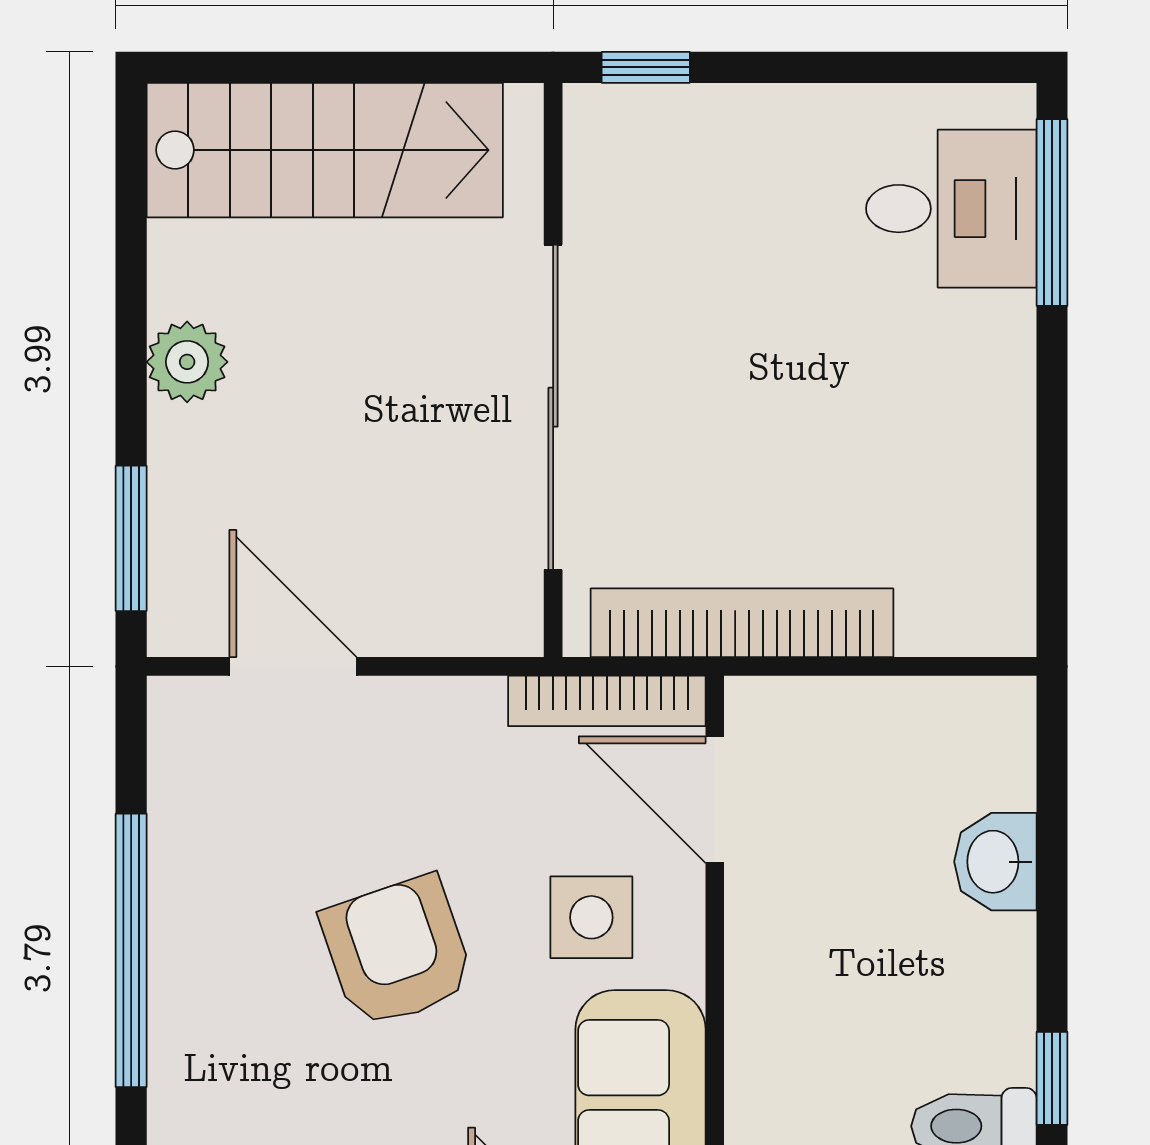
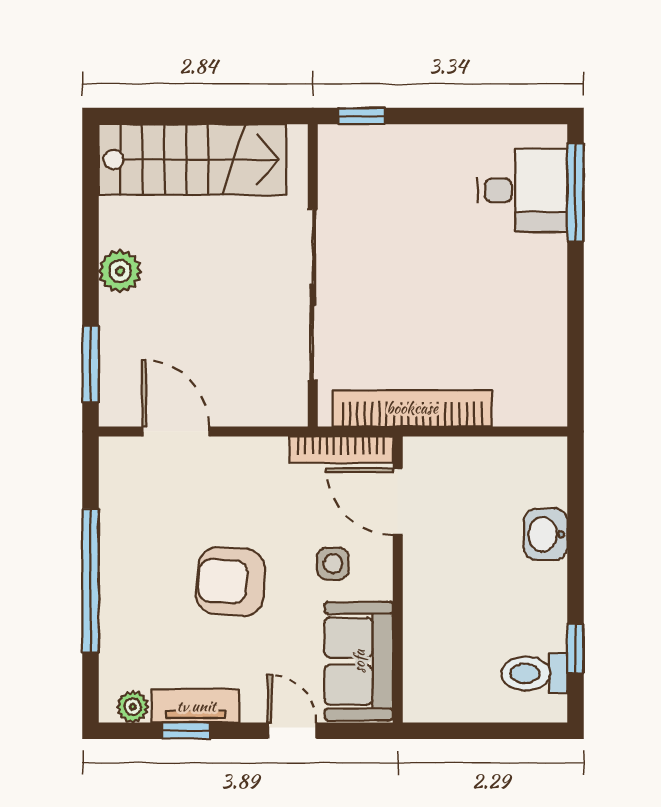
side table: (591, 917) -> (333, 564), width x0.73, depth x0.73
armchair: (397, 952) -> (231, 582), turned -67

